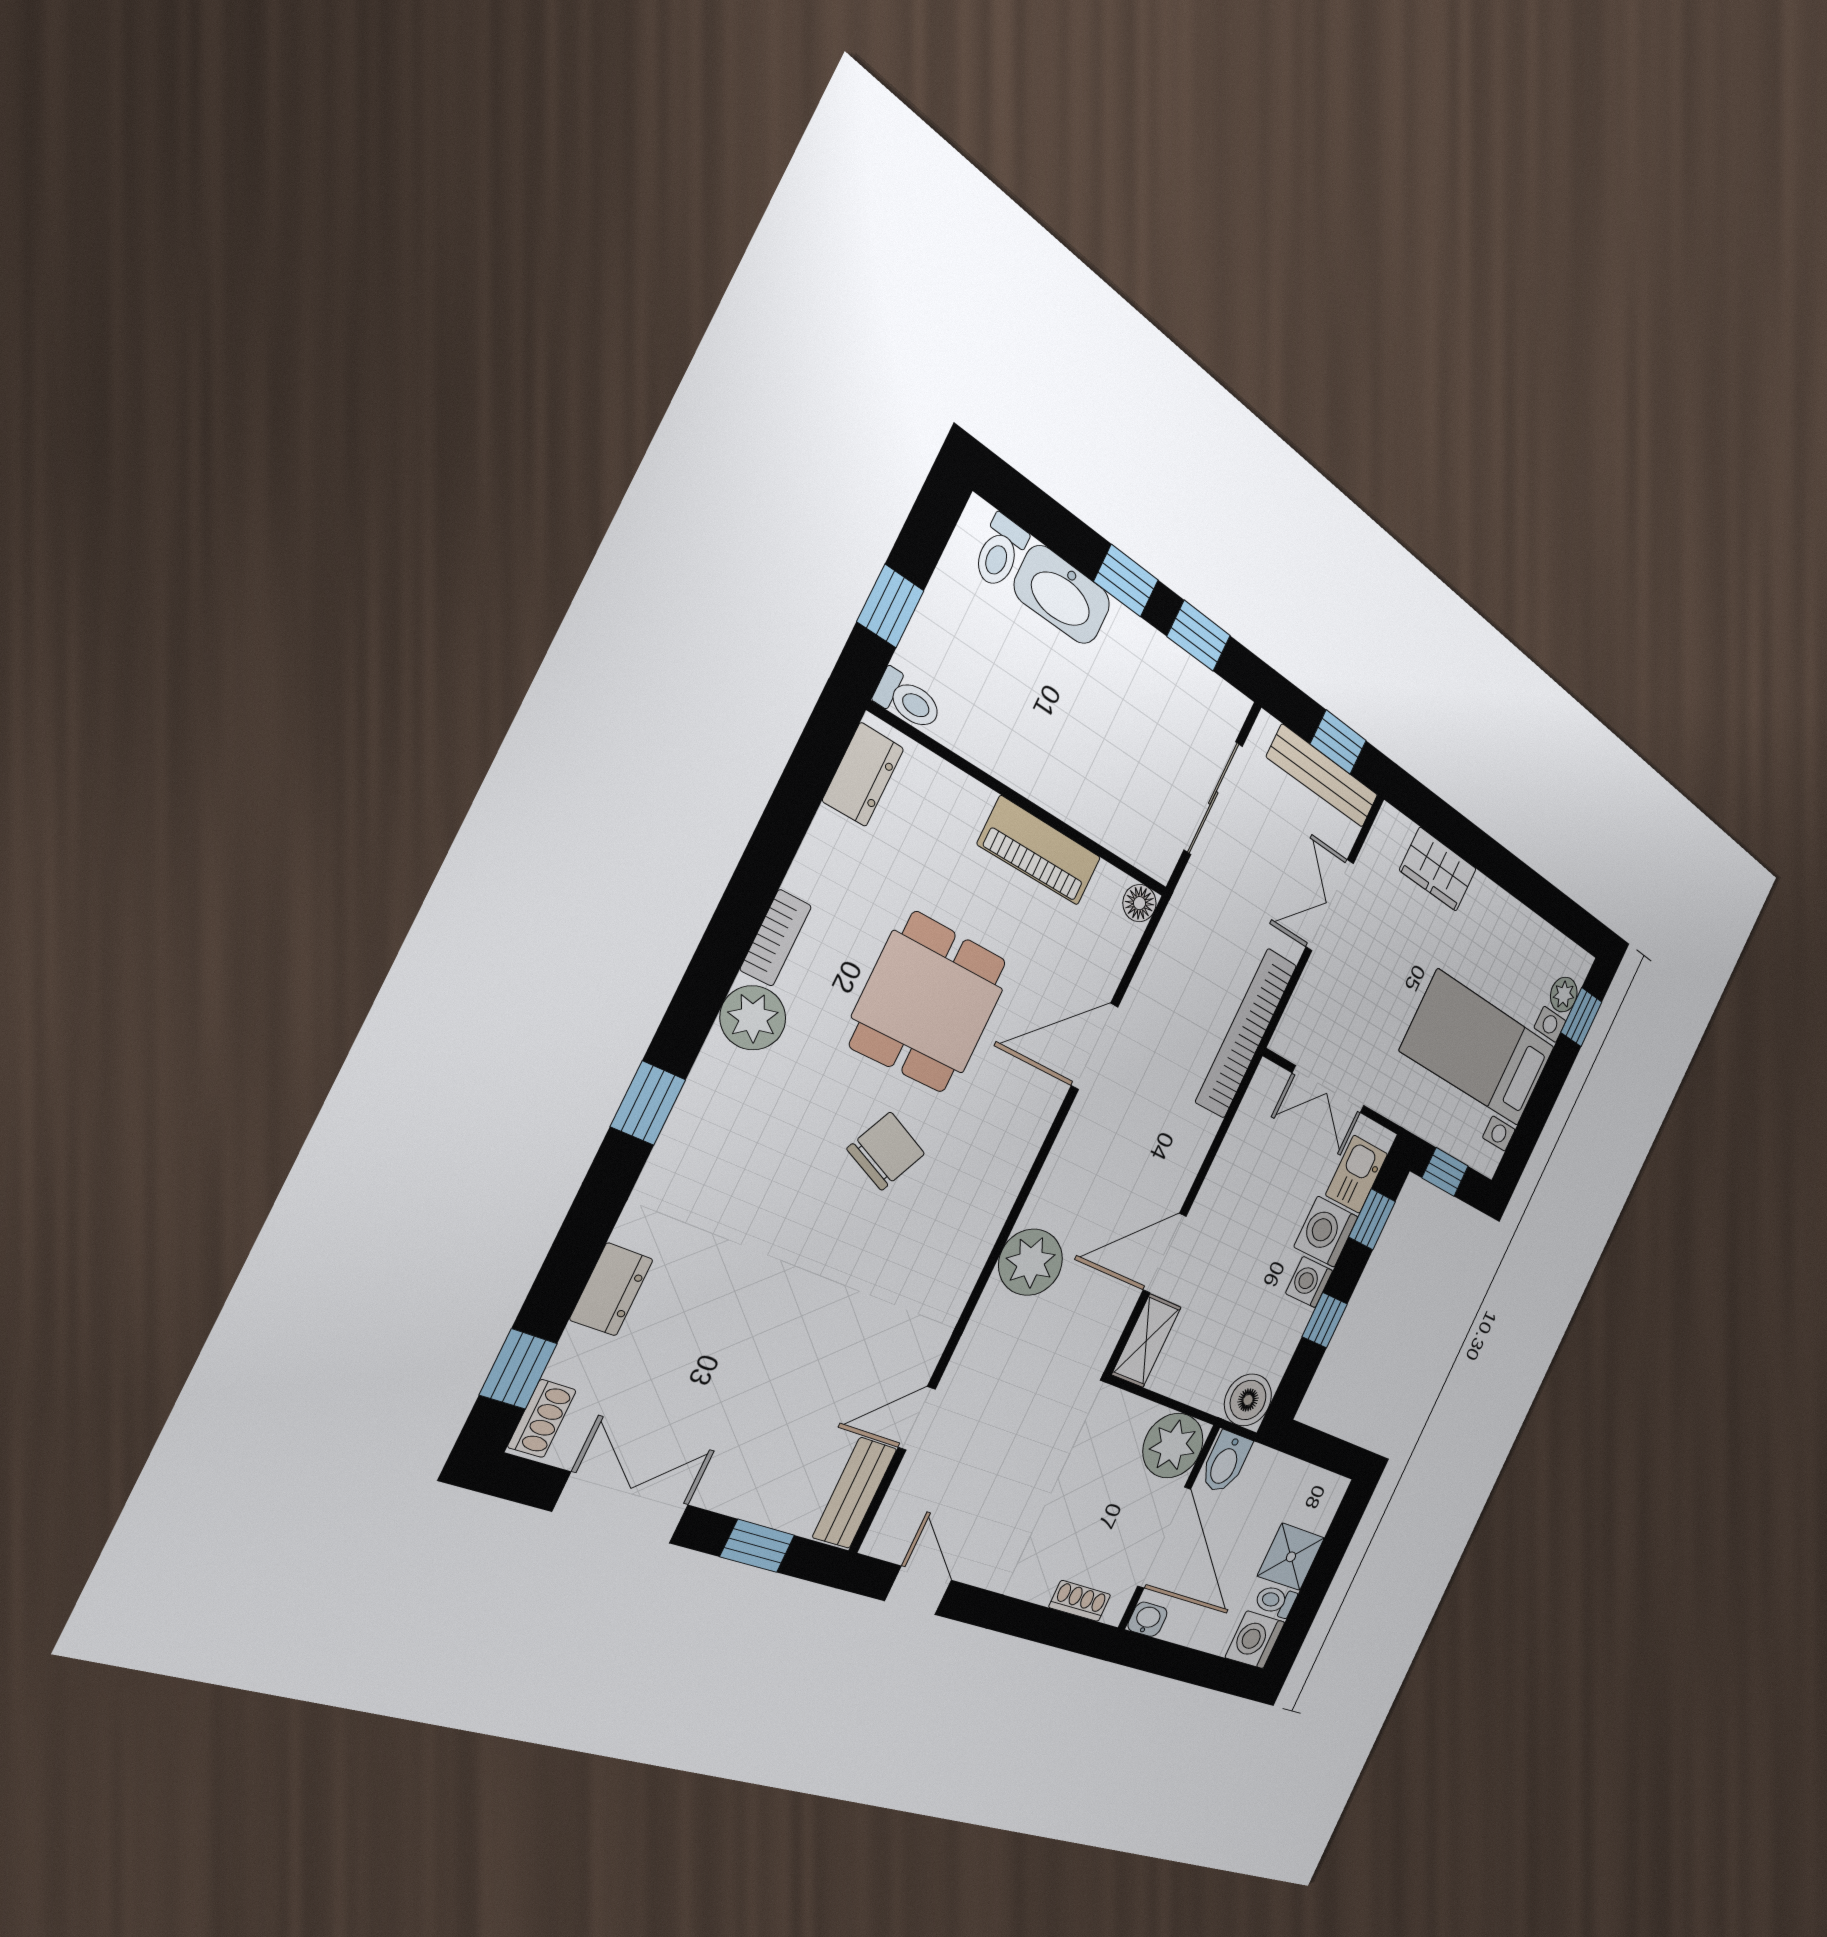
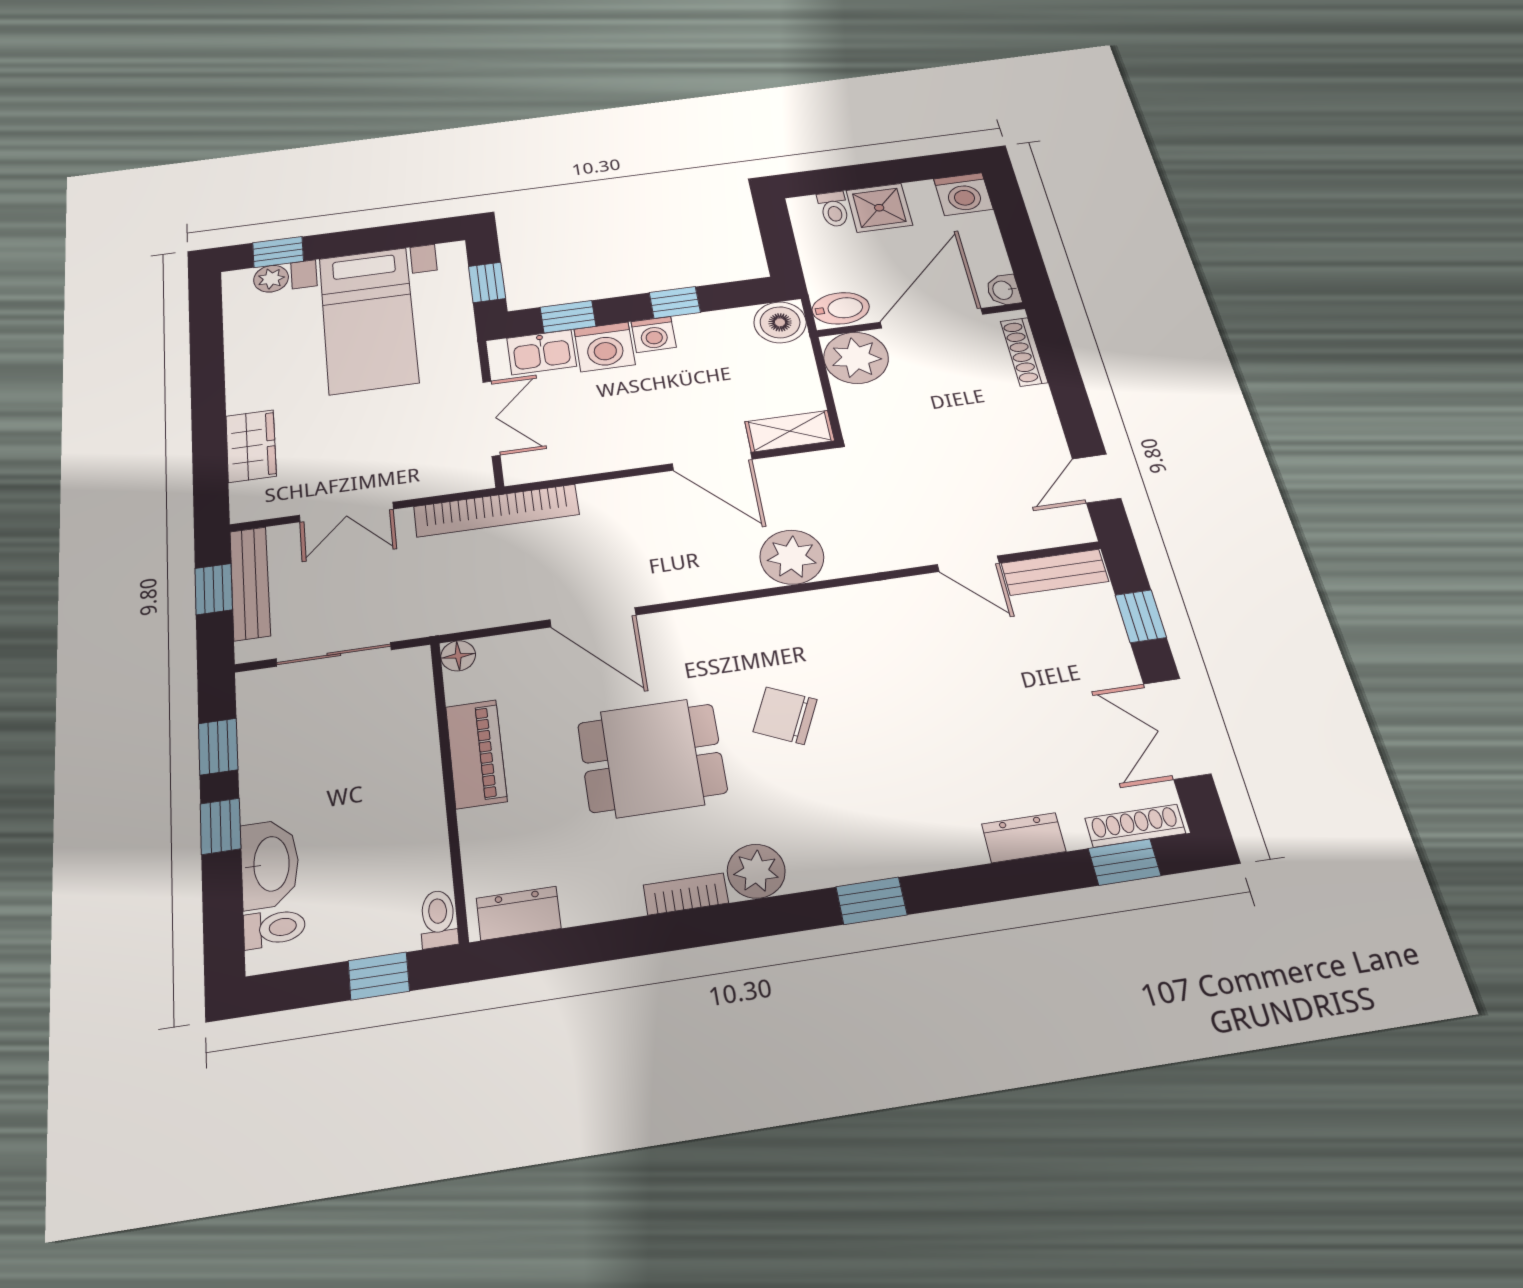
shoe rack: (542, 1419) -> (1135, 826), width x1.43
shoe rack: (1080, 1601) -> (1024, 352), width x1.43
toilet: (1275, 1601) -> (834, 209), moved

